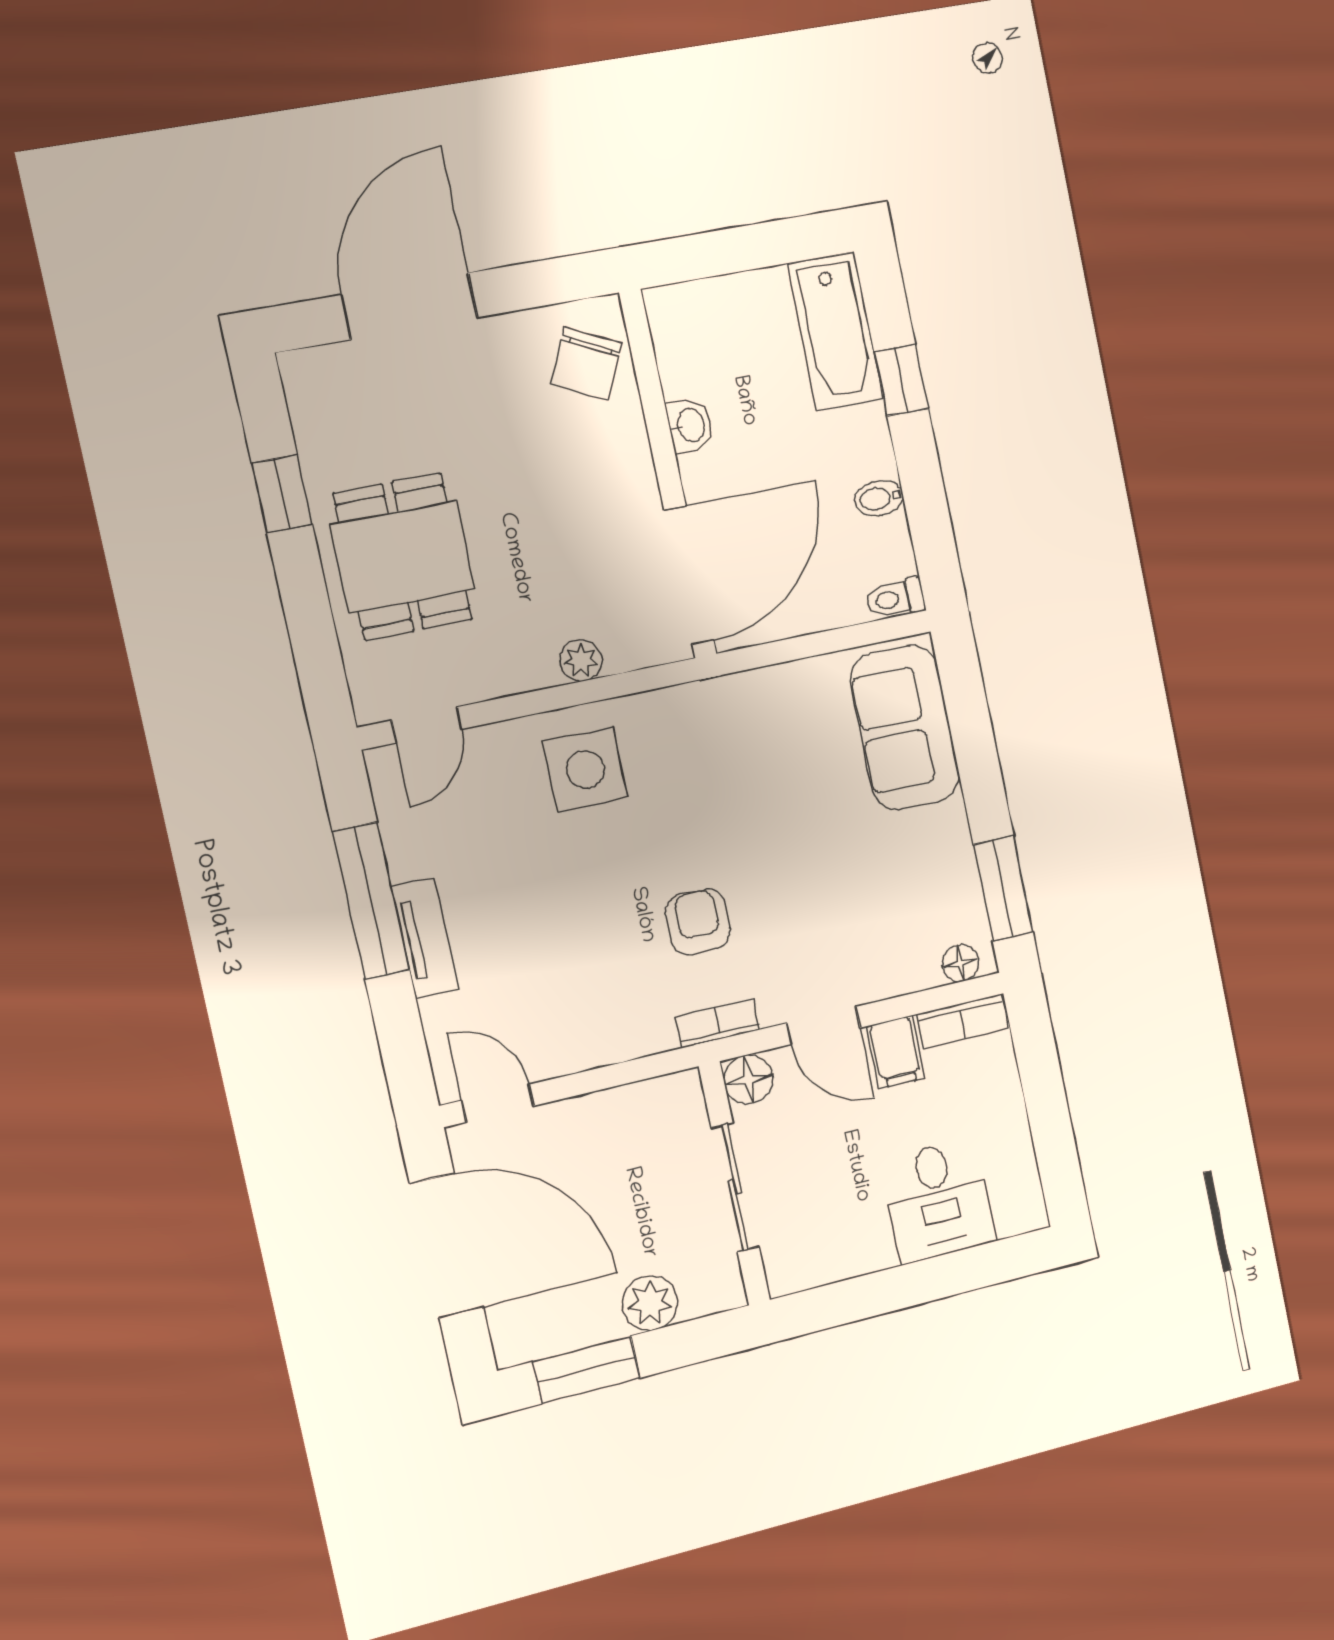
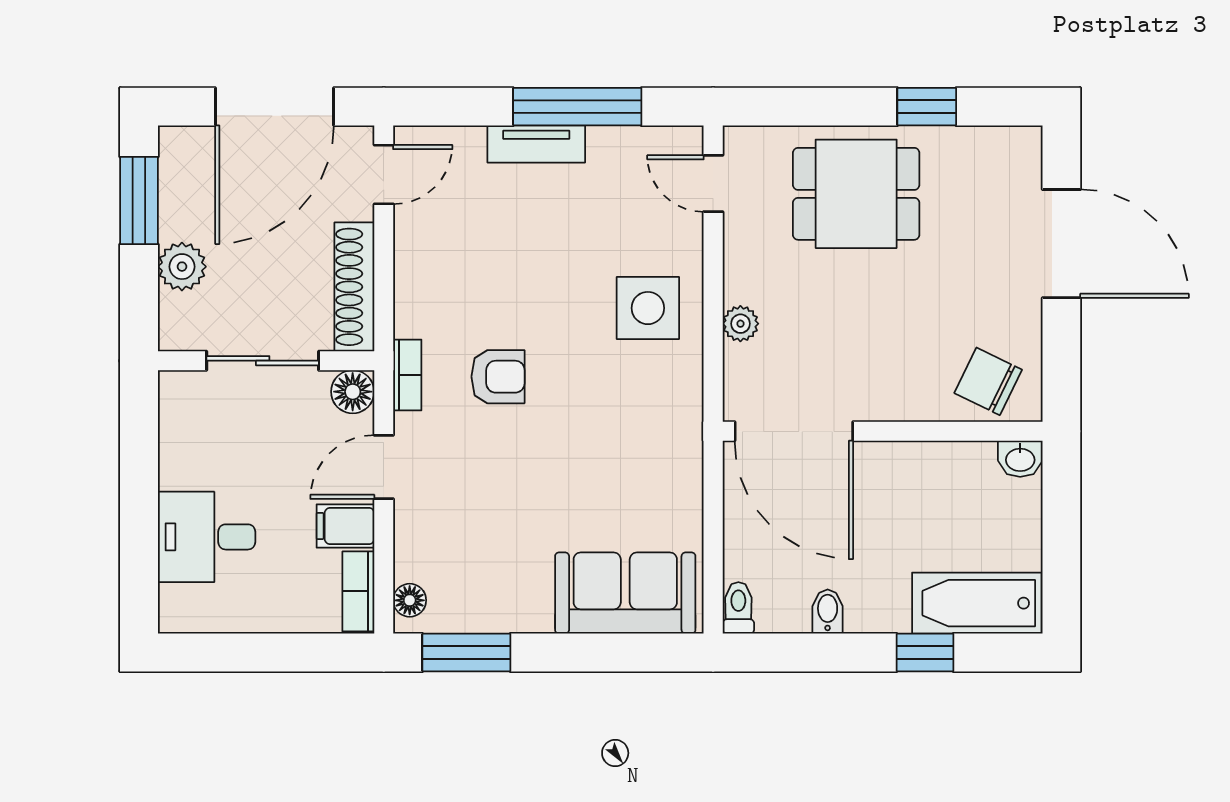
washbasin: (690, 425) -> (1020, 459), moved
shoe rack: (632, 1106) -> (354, 287), added

